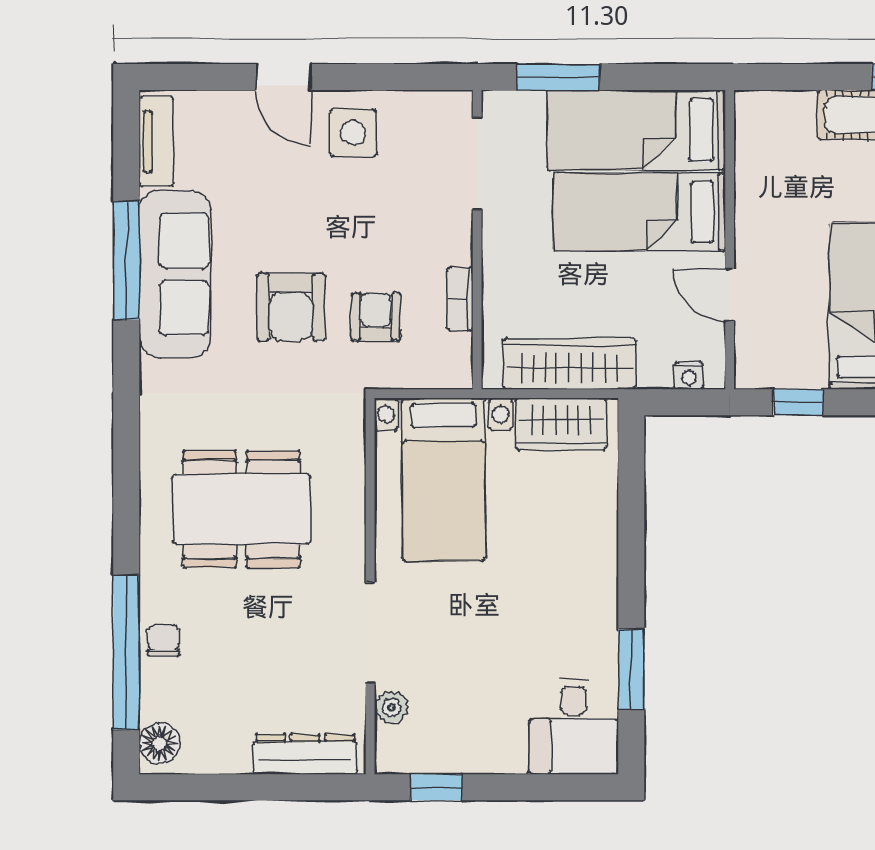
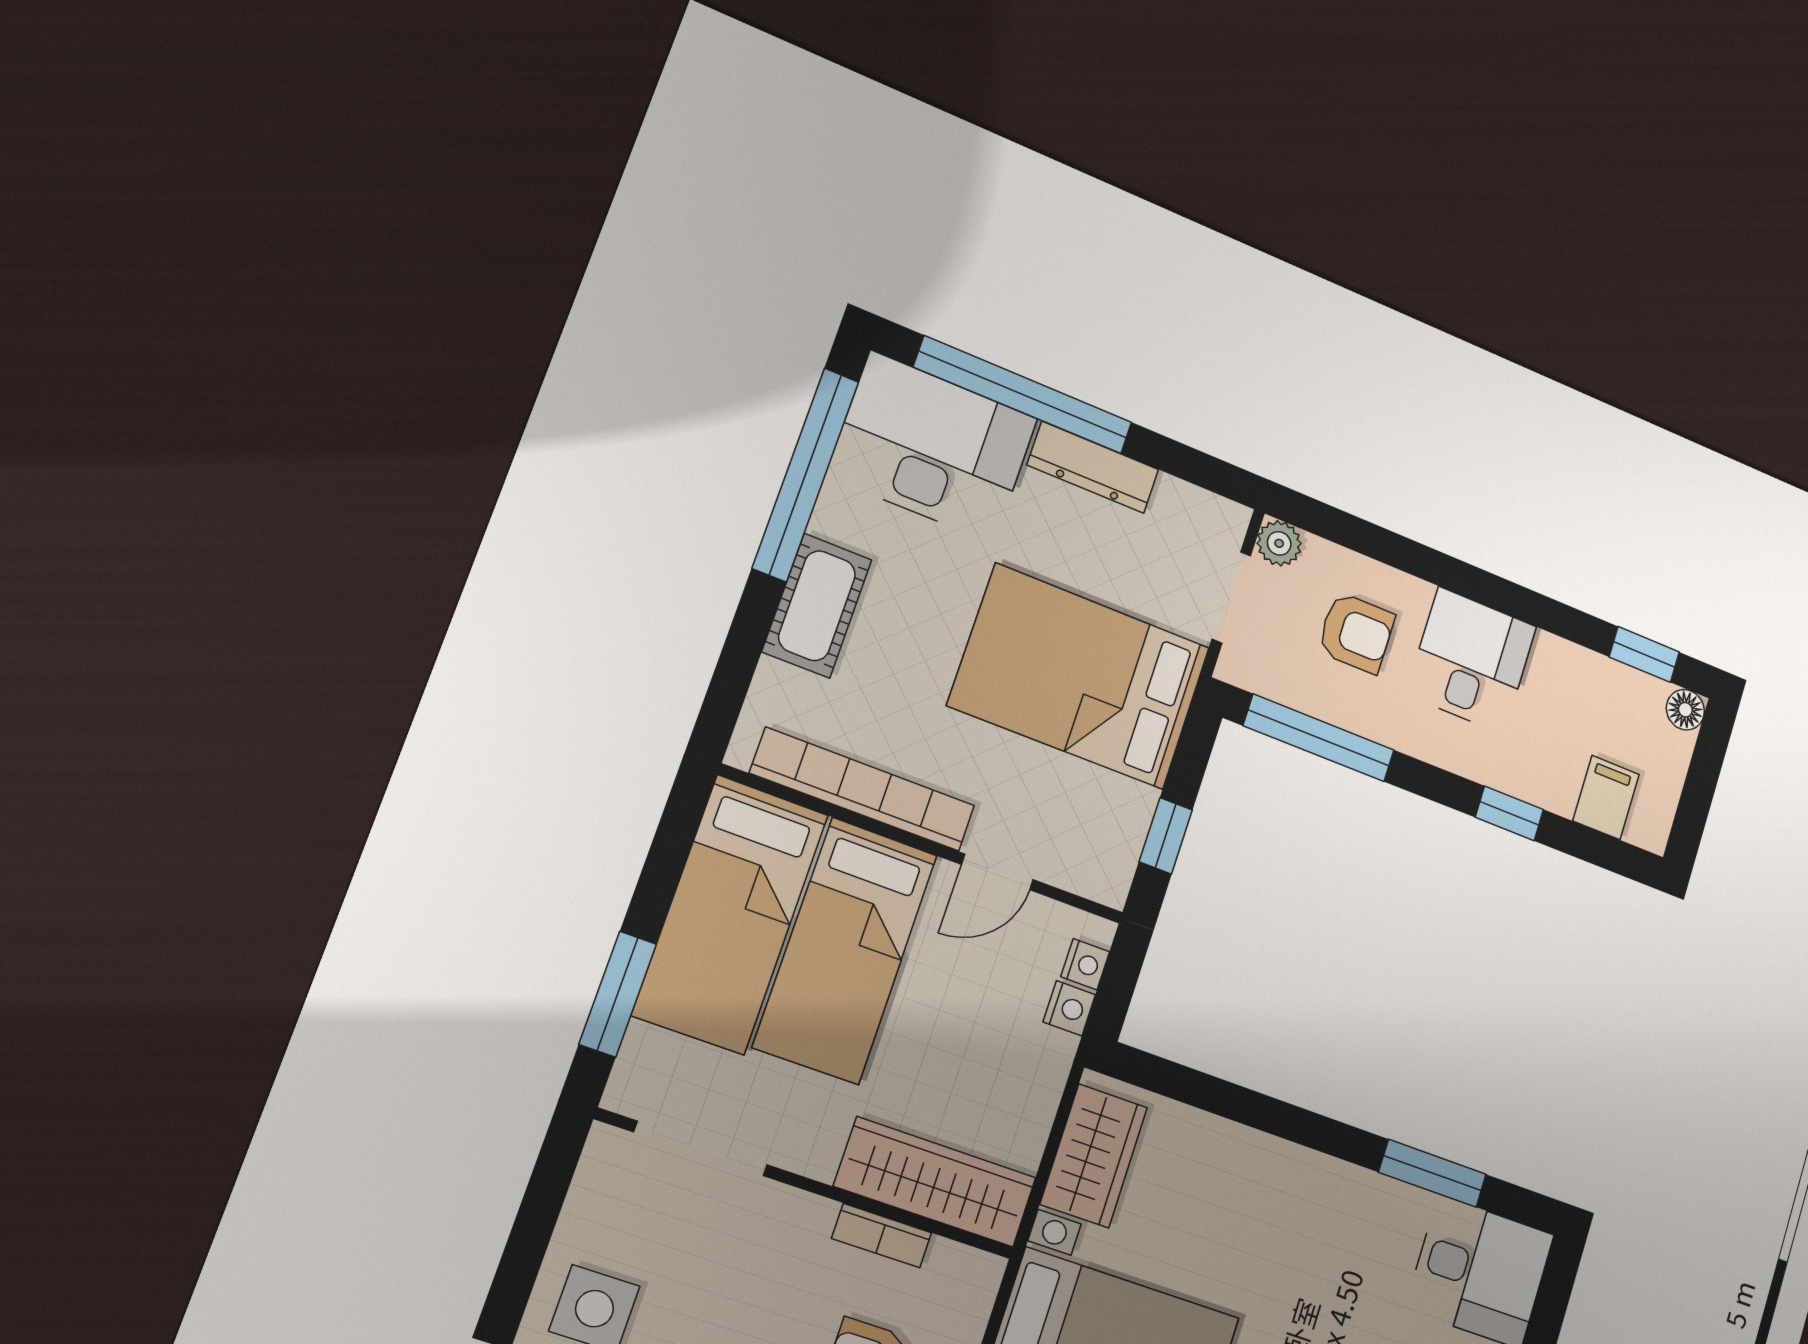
bookcase: (751, 187) -> (863, 789), added
wardrobe: (569, 364) -> (935, 1182), moved, turned 90
nightstand: (655, 374) -> (1069, 1008), added

